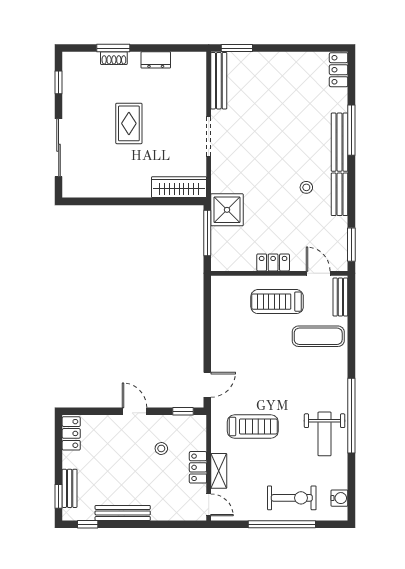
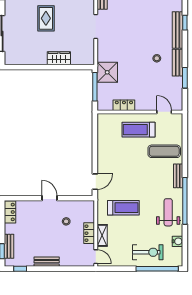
window: (351, 130) -> (185, 23), width x0.46
wardrobe: (179, 187) -> (59, 58), moved, width x0.67
window: (351, 245) -> (185, 78), moved
locker: (273, 262) -> (124, 105), moved
bench: (340, 297) -> (178, 176), moved
window: (183, 411) -> (80, 198), removed
weight bench: (325, 434) -> (168, 212), turned 180
water cooler: (339, 498) -> (177, 241), moved
bench: (123, 513) -> (47, 262), width x0.73
window: (282, 524) -> (157, 269), moved

